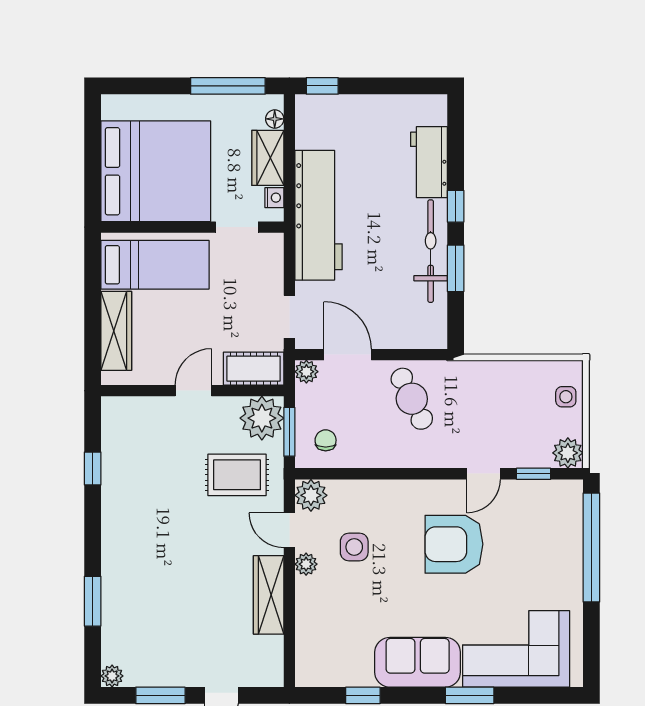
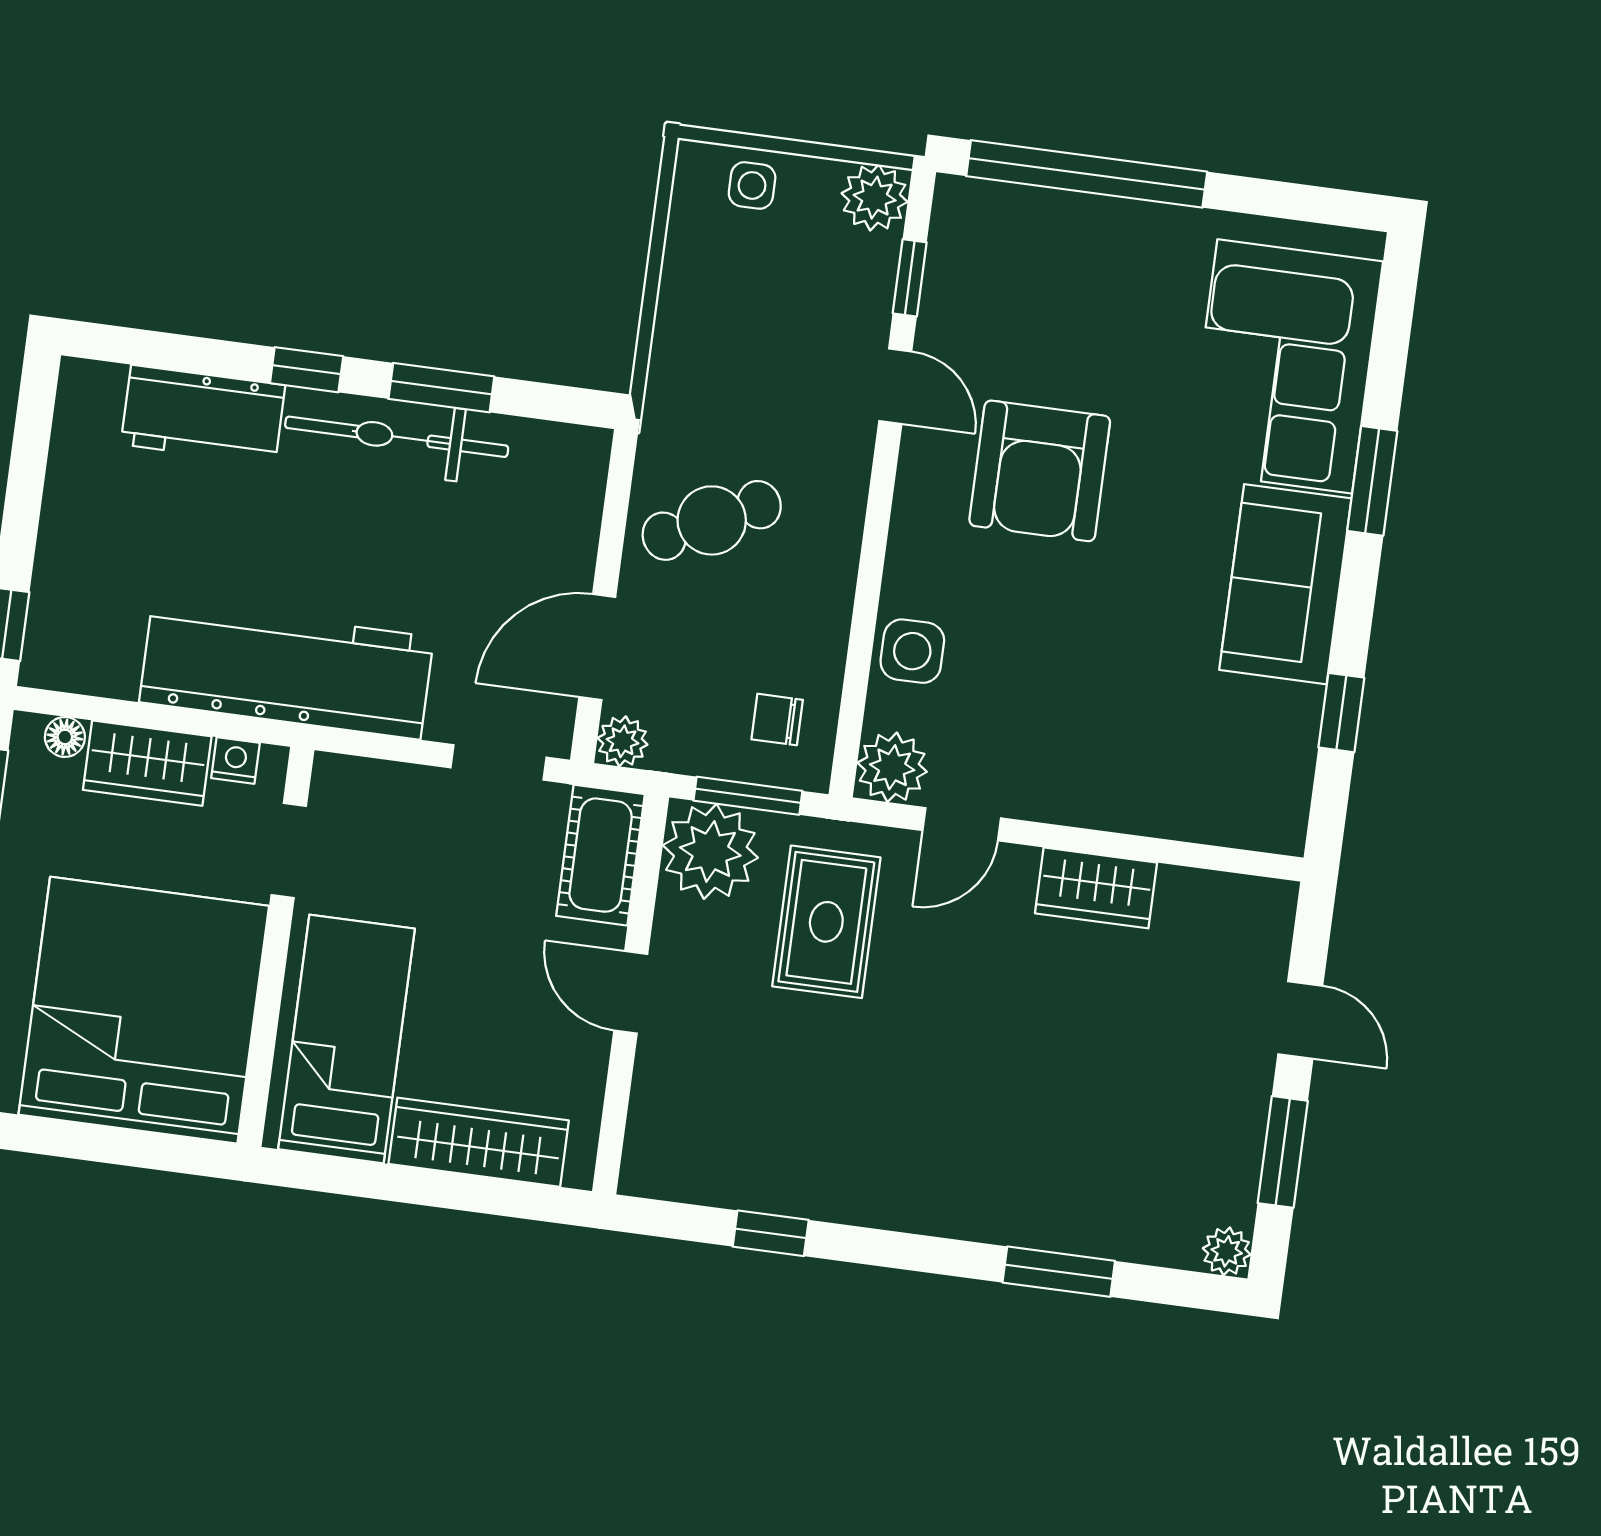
side table: (354, 547) -> (912, 651), moved
plant: (306, 564) -> (1040, 798), removed
wardrobe: (269, 595) -> (1096, 888), width x0.67

